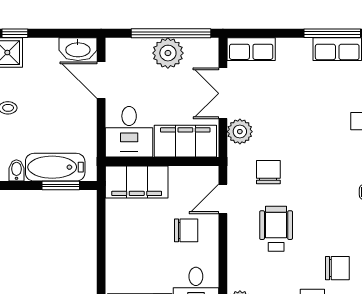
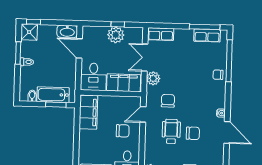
window: (171, 33) -> (118, 24), width x0.32
filing cabinet: (137, 182) -> (88, 112), moved, turned -90
chair: (337, 268) -> (193, 133), moved

